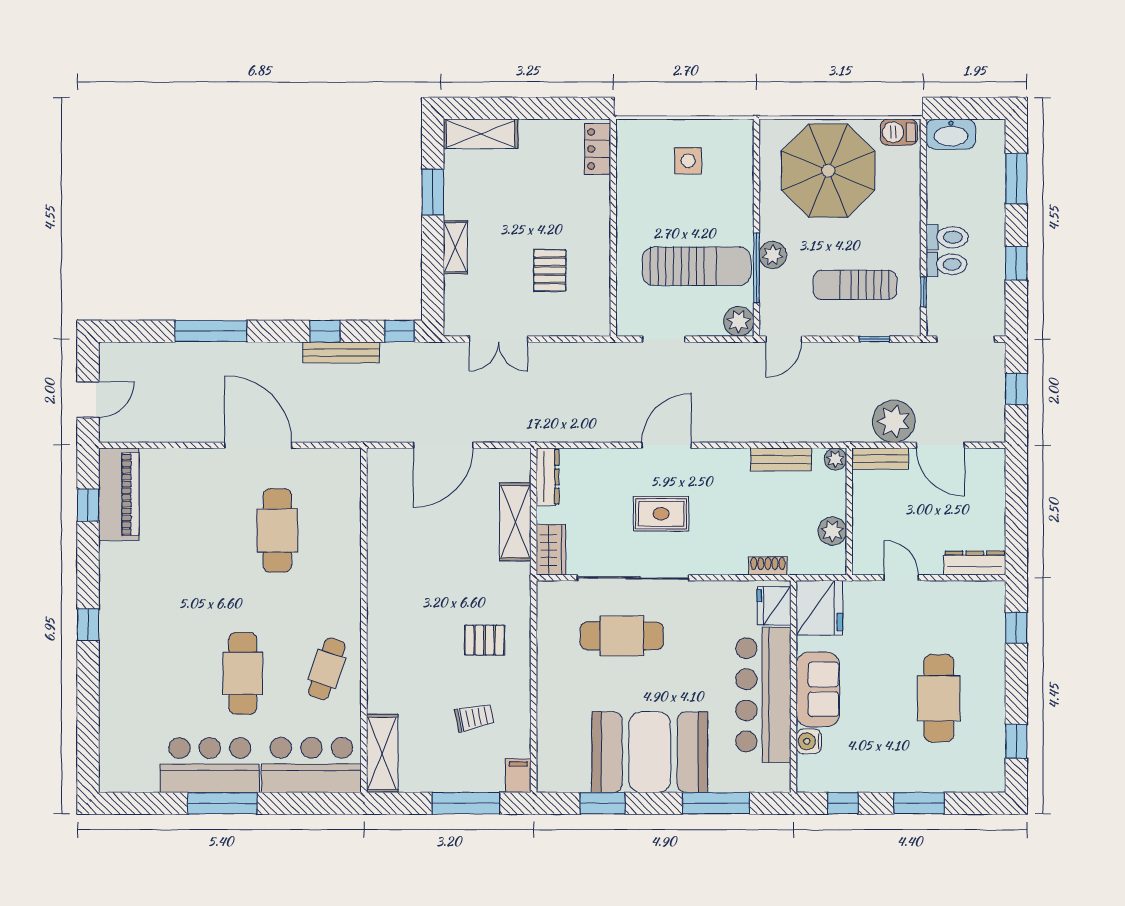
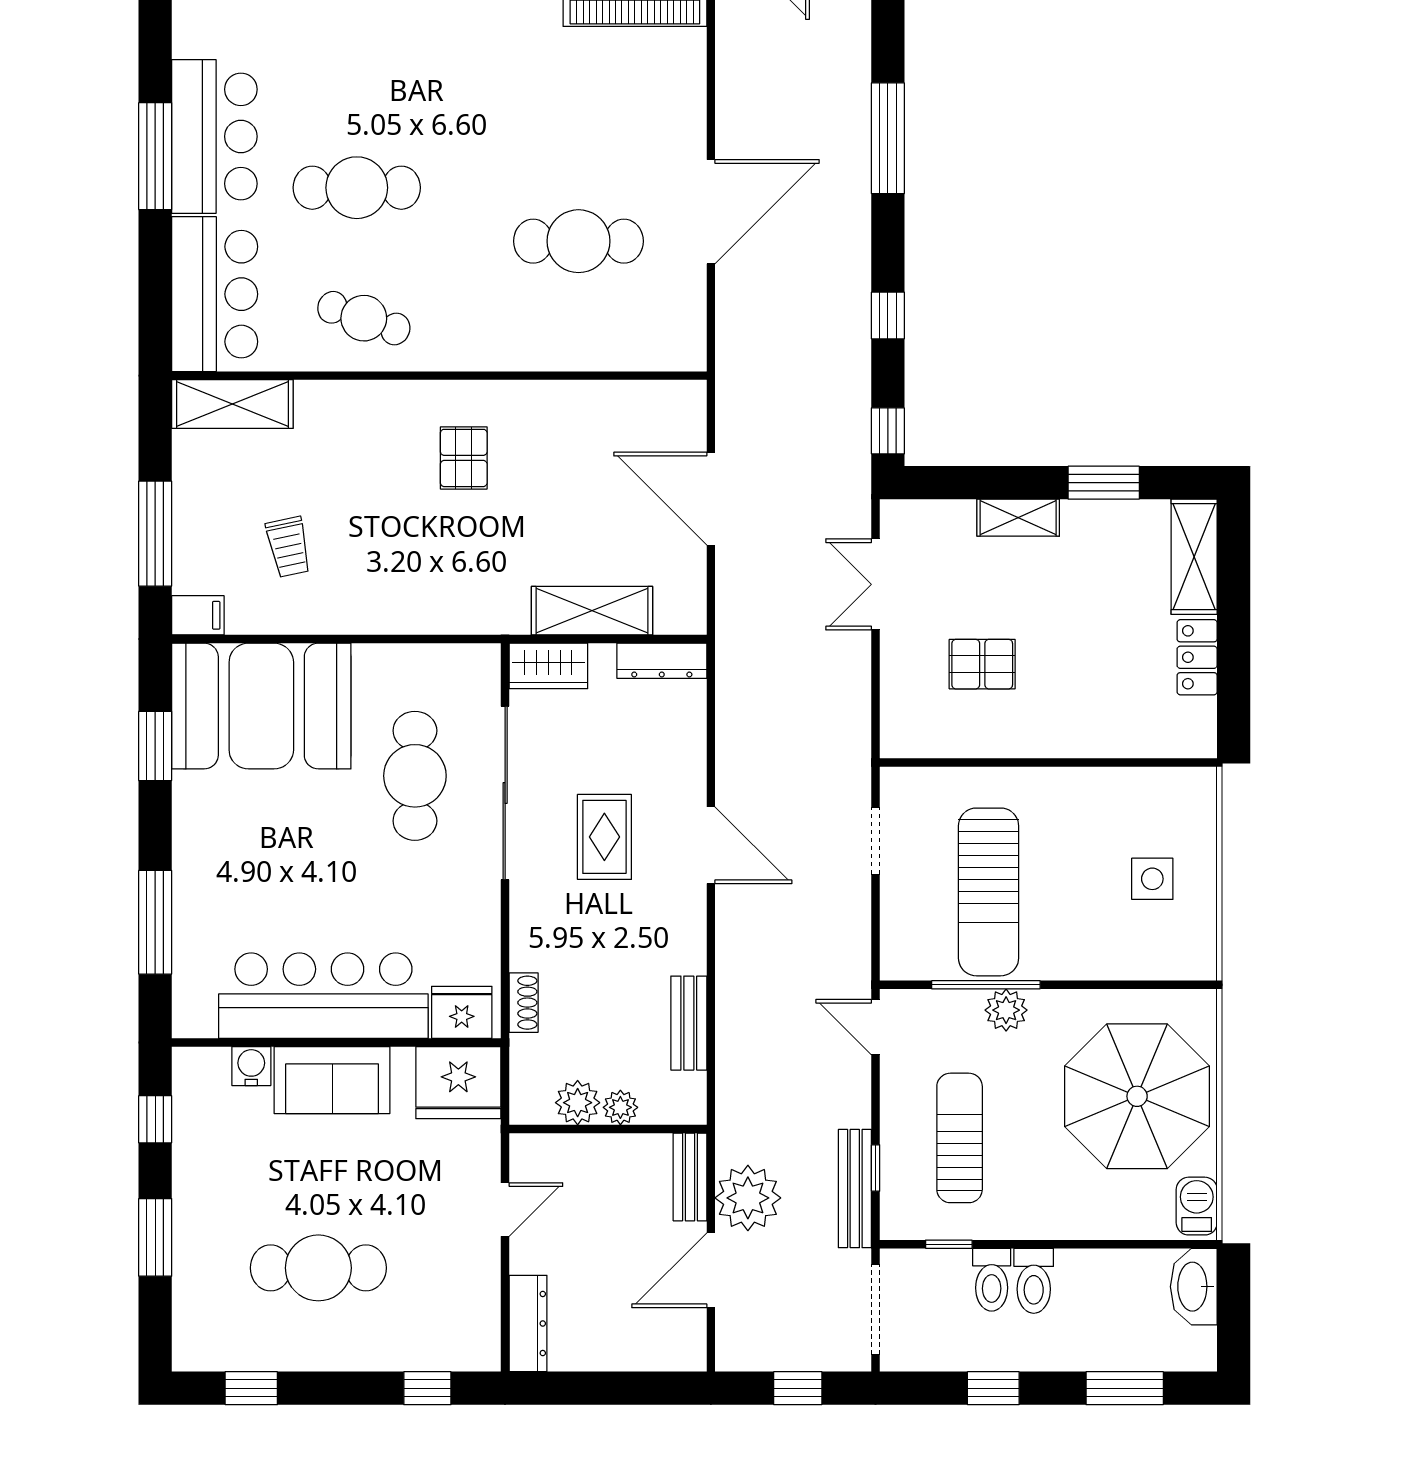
locker: (598, 149) -> (1197, 657), moved, turned -90
plant: (739, 321) -> (903, 957), removed
bench: (341, 352) -> (855, 1189), moved
plant: (835, 459) -> (620, 1107), moved
pallet: (485, 640) -> (464, 458), moved
booth: (650, 752) -> (261, 706), moved, turned 90

